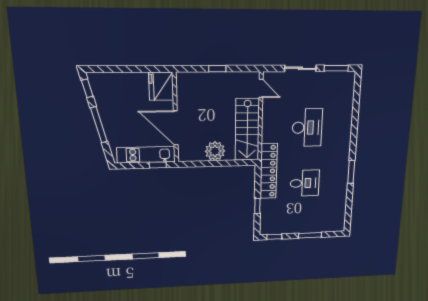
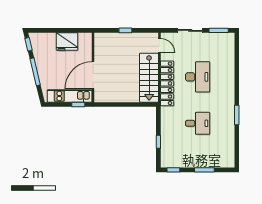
fridge: (161, 86) -> (67, 42), moved, turned -90
door: (176, 128) -> (93, 75), hinge flipped
plant: (215, 151) -> (123, 94), removed
locker: (269, 171) -> (167, 83), moved

